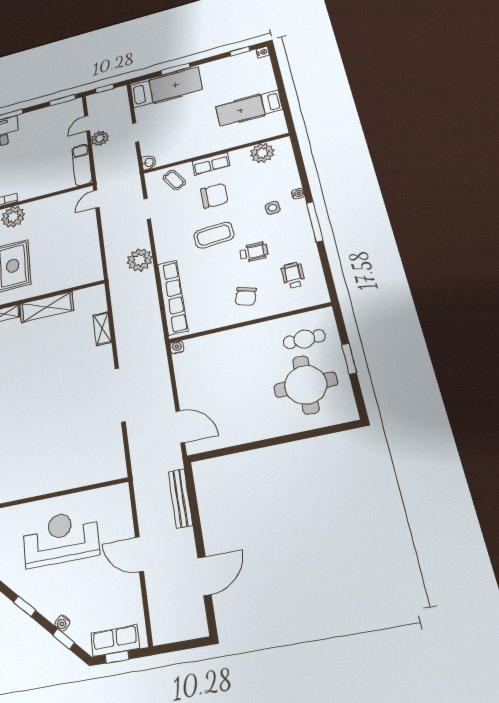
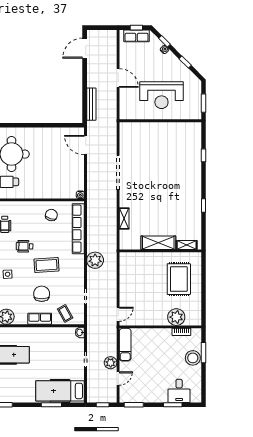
chair: (214, 196) -> (42, 294), turned 90
chair: (246, 296) -> (51, 215), moved
door: (204, 576) -> (85, 48), moved

